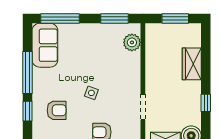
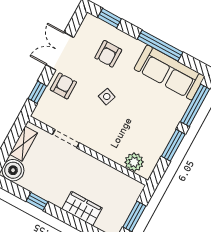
window: (115, 18) -> (173, 145), moved
sofa: (45, 45) -> (169, 73), width x1.36
window: (27, 111) -> (110, 18), moved

